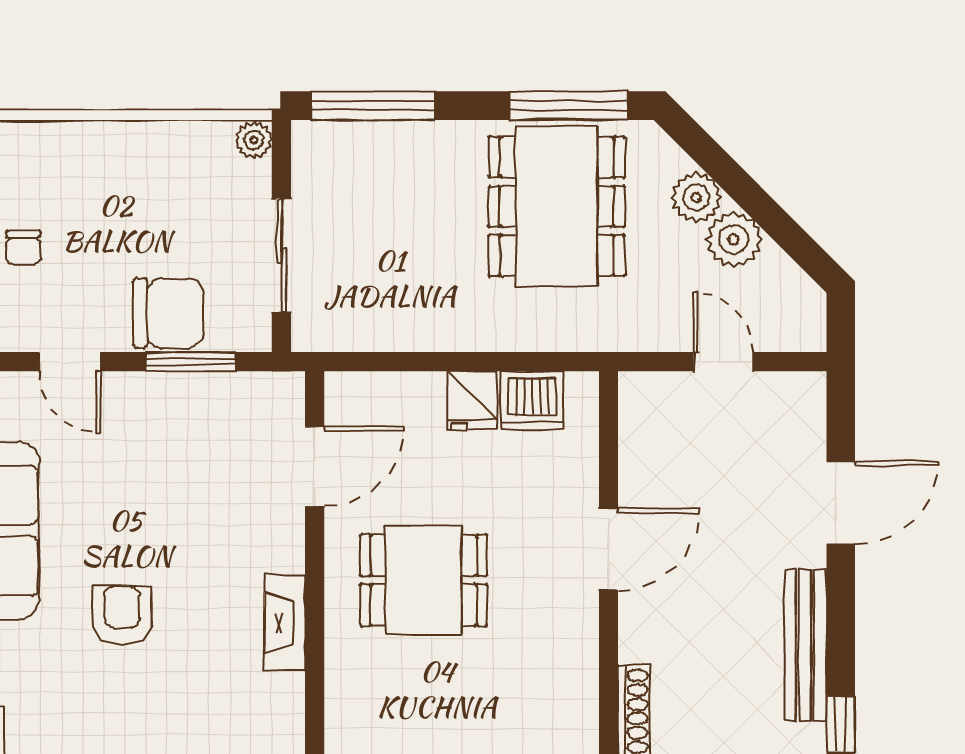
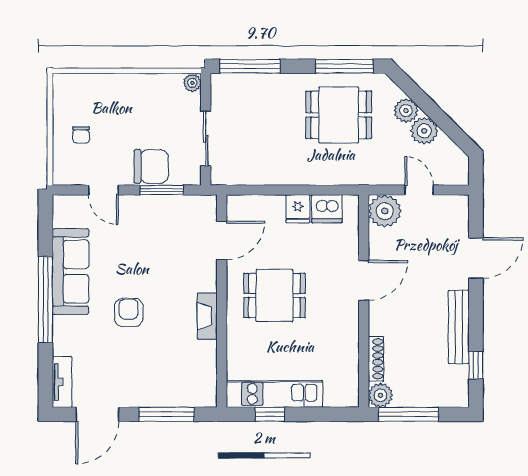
dining table: (557, 206) -> (339, 115), width x0.73
plant: (652, 405) -> (385, 211), added

